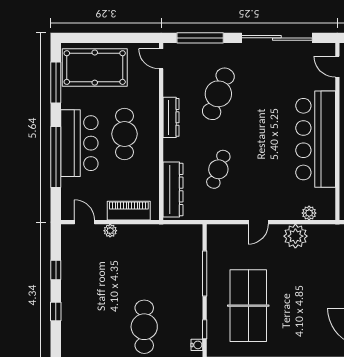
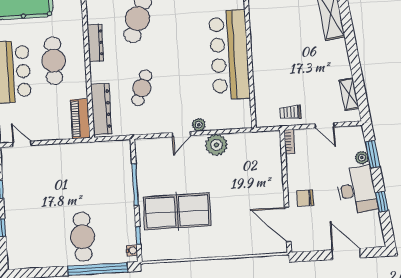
piano: (129, 211) -> (80, 119), moved, turned -90
plant: (309, 213) -> (199, 125), moved
plant: (110, 231) -> (46, 150), removed
table tennis table: (248, 306) -> (177, 211), turned 90

